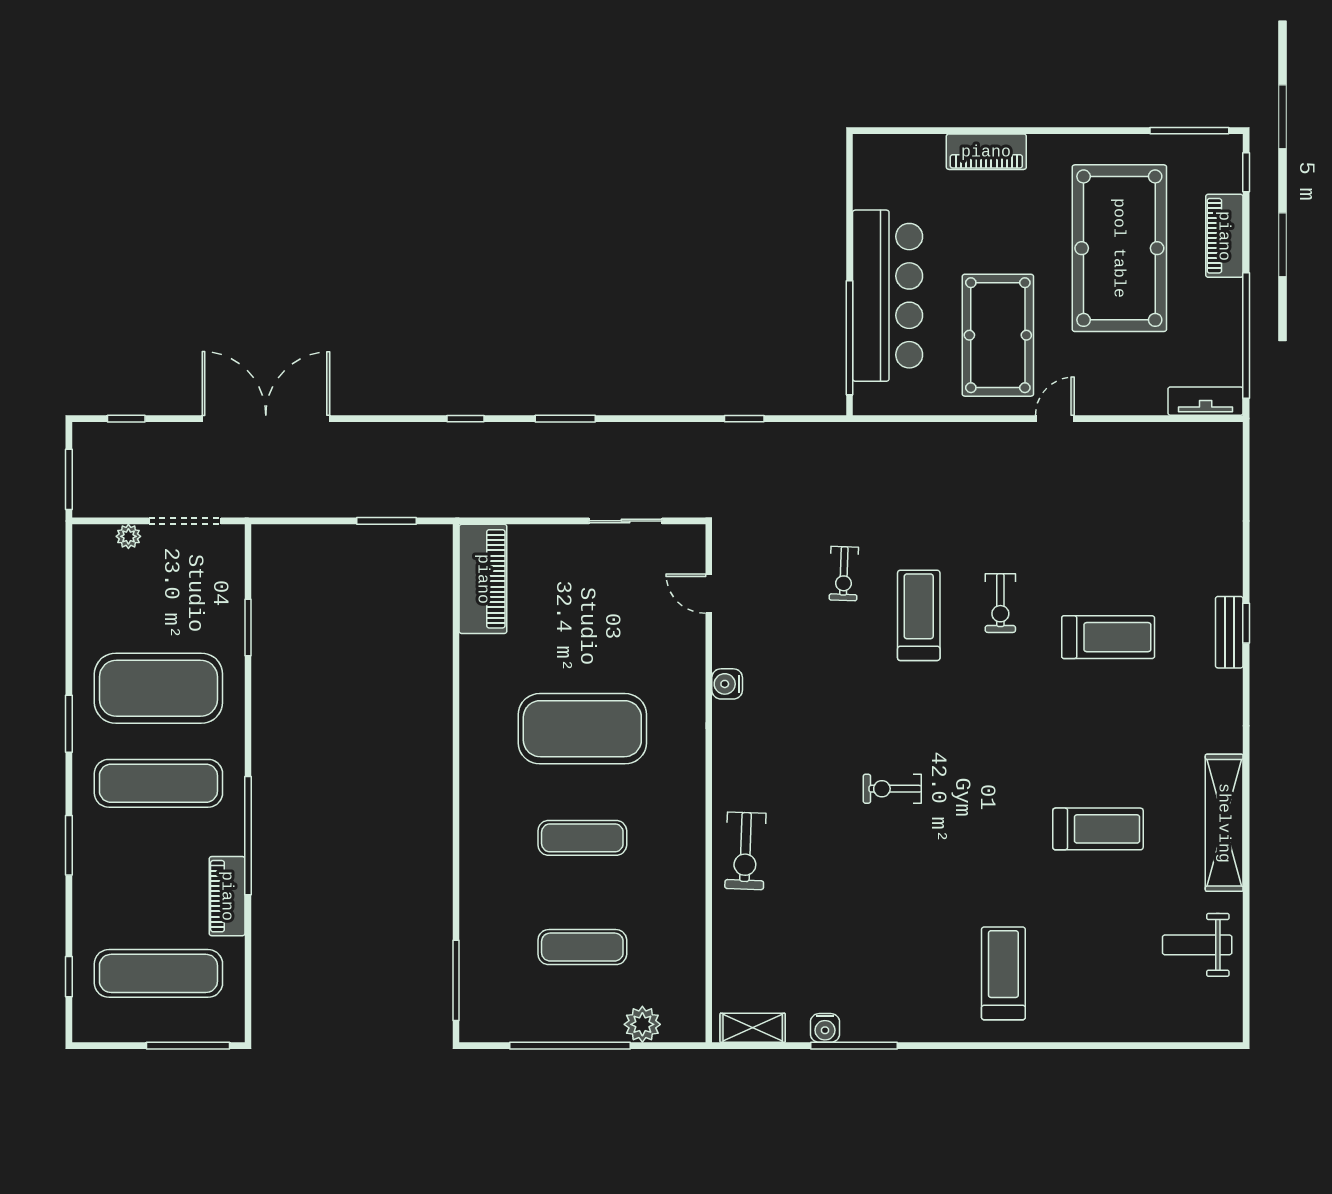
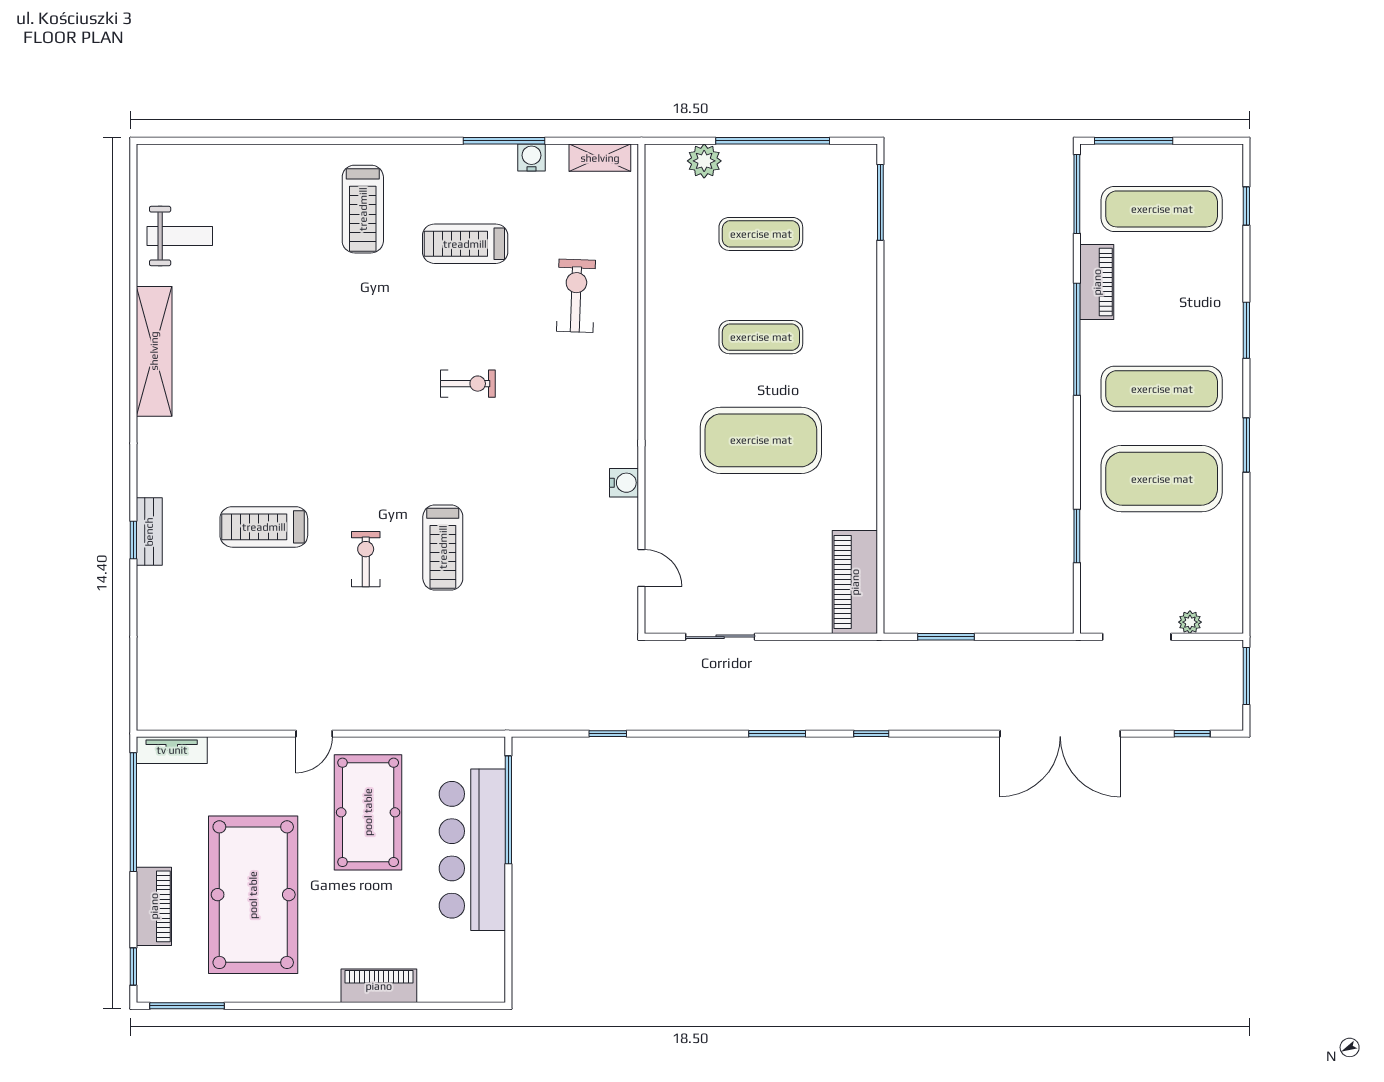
exercise bike: (844, 574) -> (514, 587), removed
treadmill: (1098, 829) -> (465, 244), moved
exercise bike: (745, 851) -> (576, 296), moved
window: (248, 989) -> (1077, 194), added

